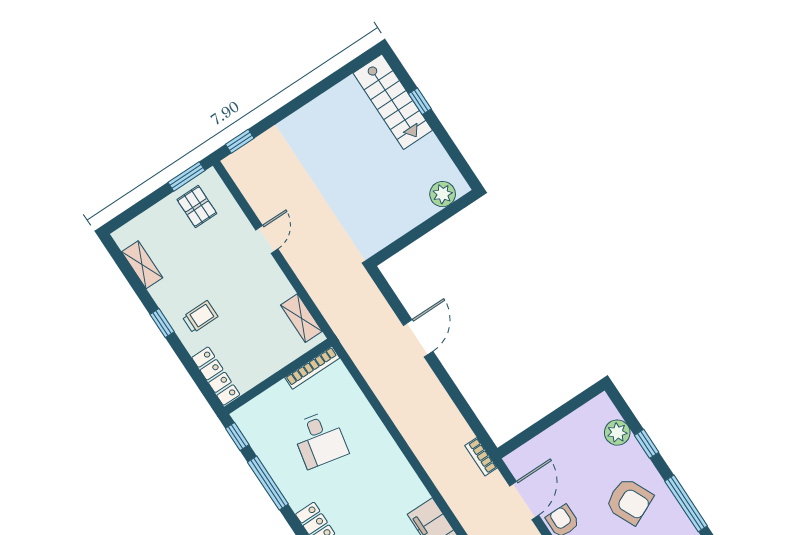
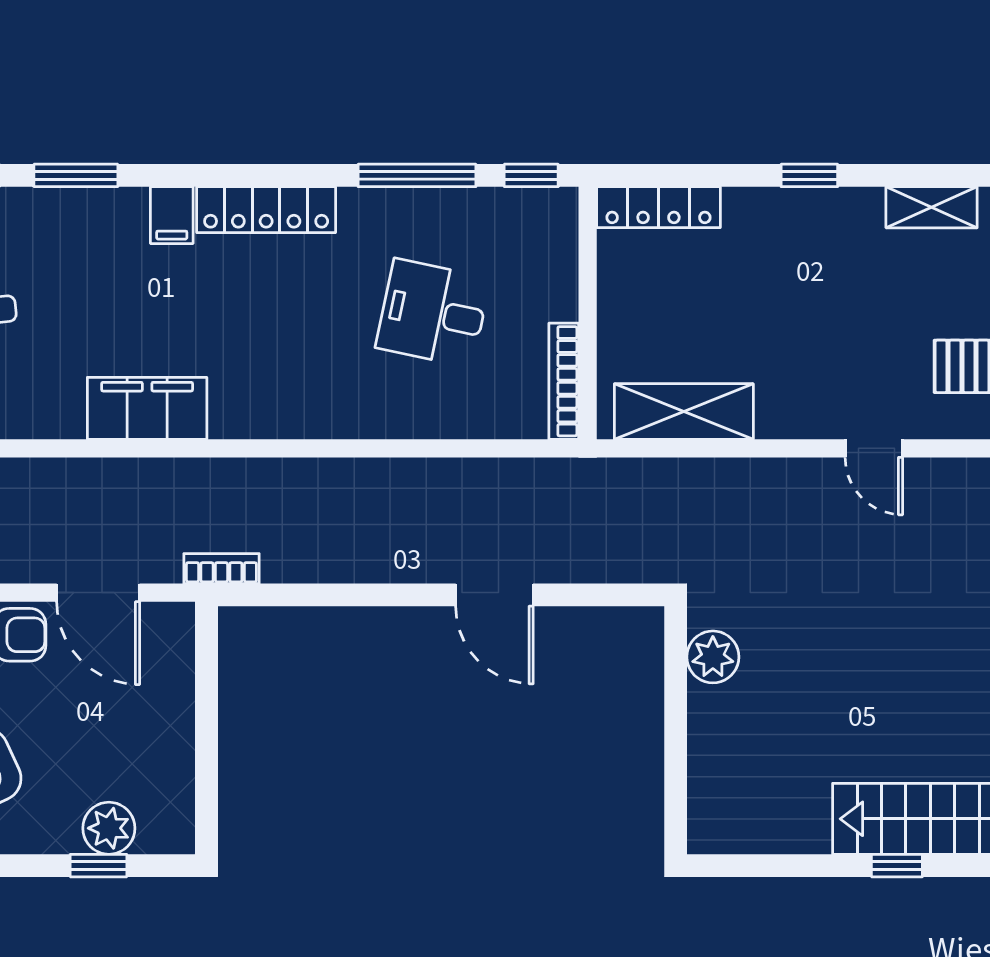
plant: (443, 194) -> (713, 657), moved
door: (267, 239) -> (874, 448), moved
trolley: (200, 317) -> (777, 248), removed
shelving: (301, 318) -> (684, 412), width x1.50, depth x1.33
window: (647, 444) -> (98, 866), moved

